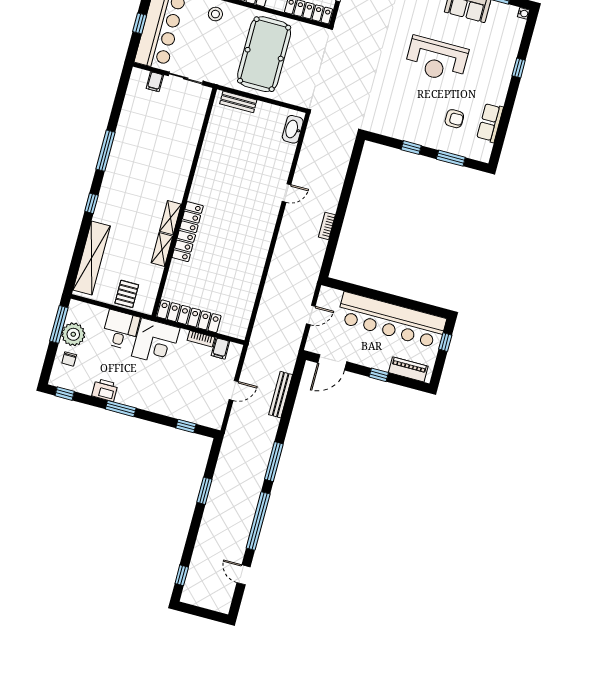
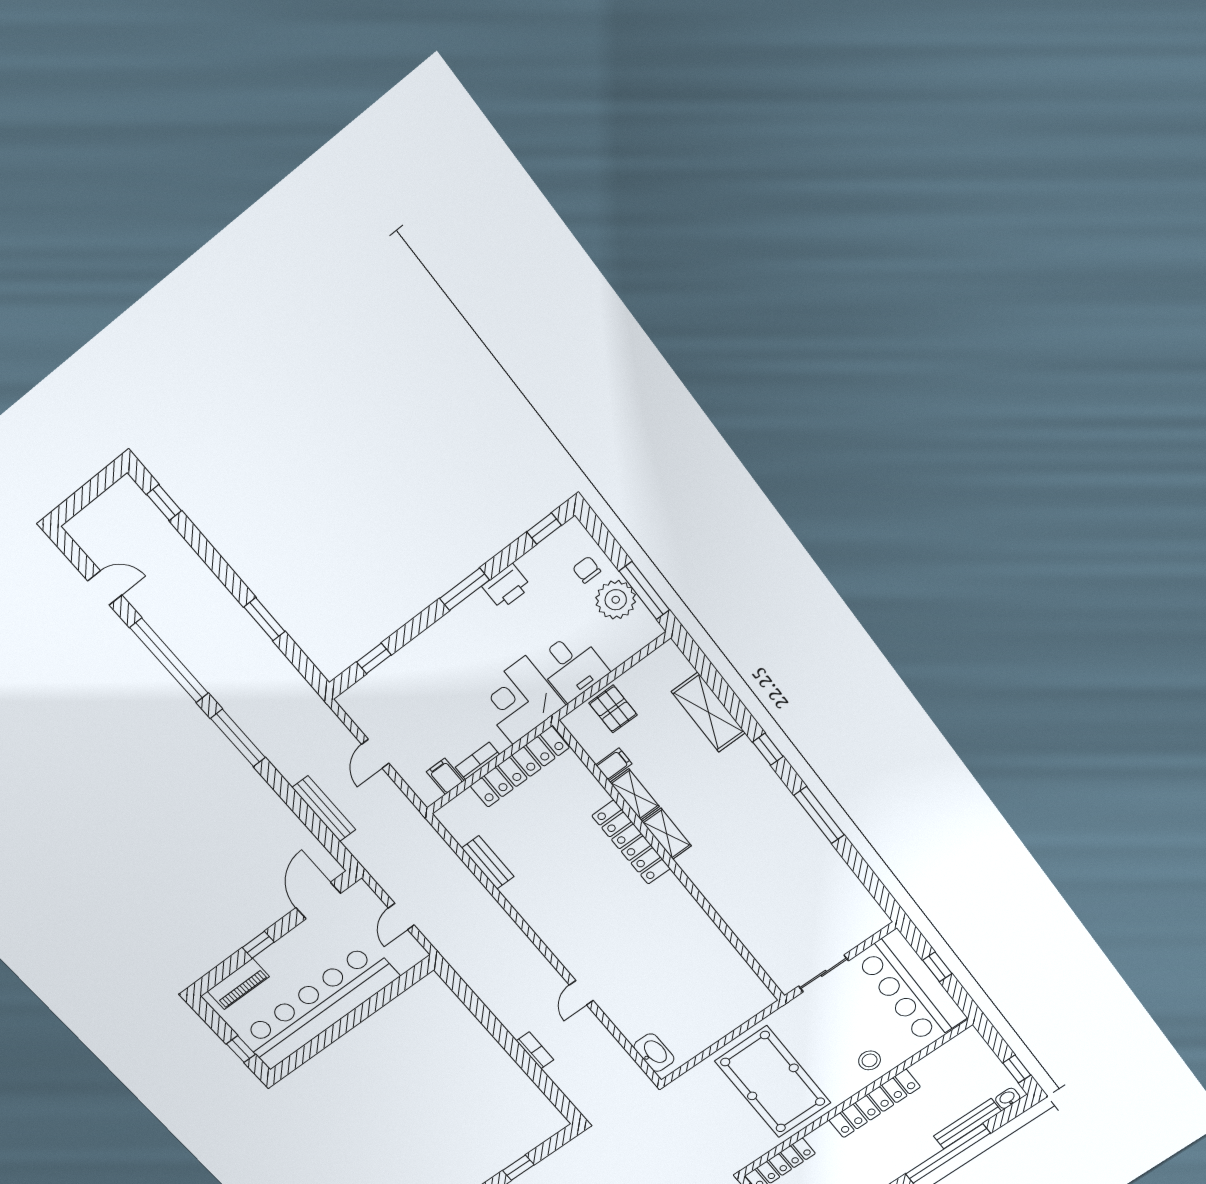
filing cabinet: (155, 82) -> (614, 764), moved, turned 90
bench: (238, 102) -> (488, 862), moved, turned 90
bookcase: (327, 226) -> (535, 1050), moved
shelving: (92, 258) -> (708, 712), width x0.68

